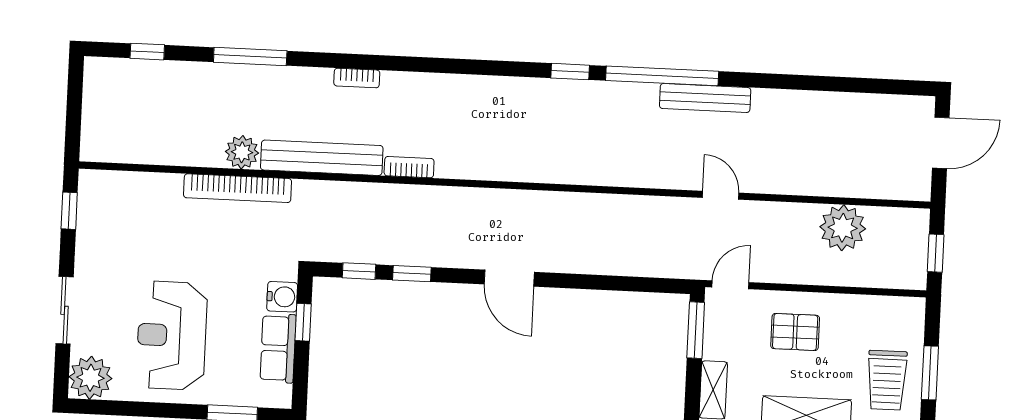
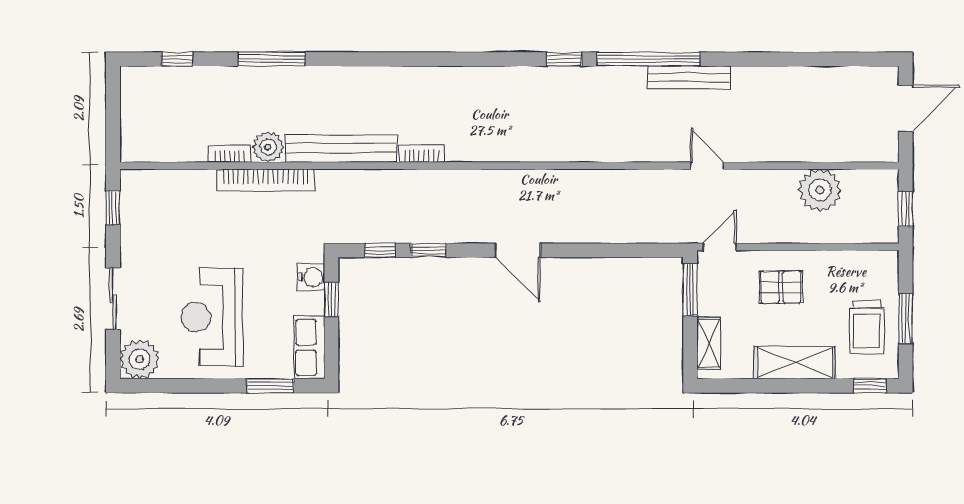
bookcase: (357, 78) -> (230, 154), moved, turned 180
row of seats: (278, 348) -> (310, 348), moved

